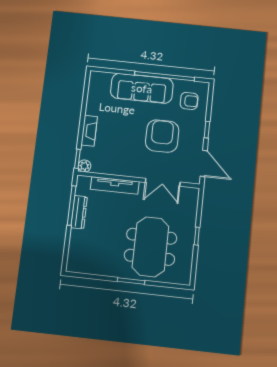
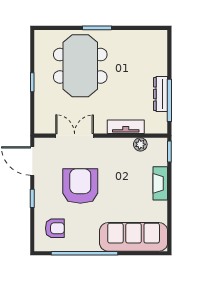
sofa: (142, 88) -> (134, 237), moved
armchair: (189, 101) -> (55, 228), turned 180
armchair: (162, 136) -> (80, 186), turned 180
plant: (85, 166) -> (140, 144), moved
tv unit: (115, 185) -> (126, 127), width x0.71

